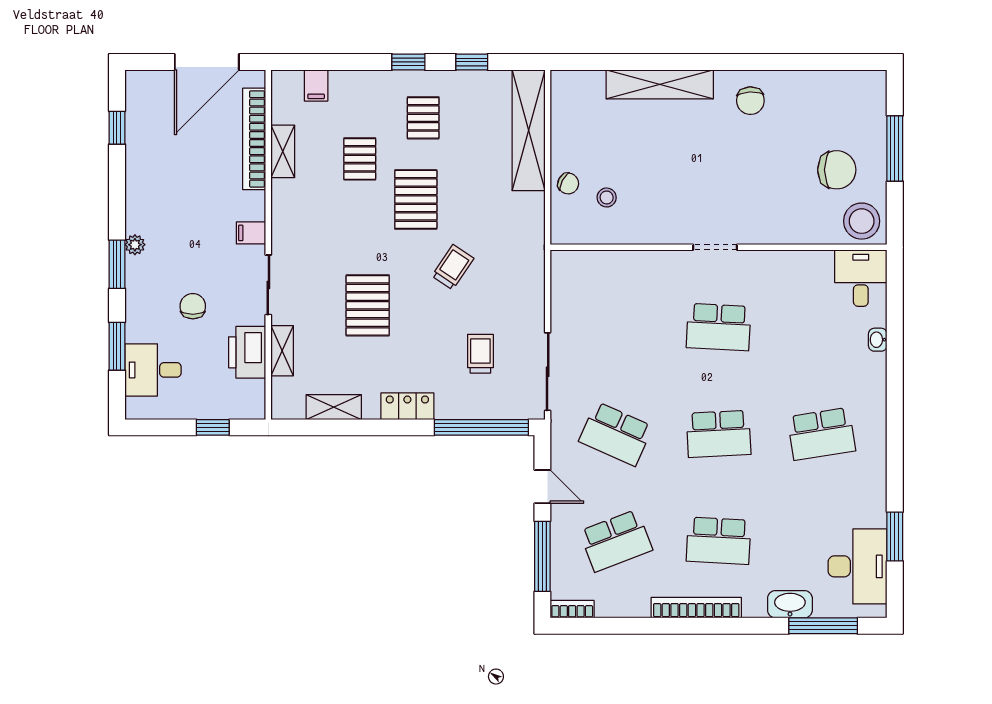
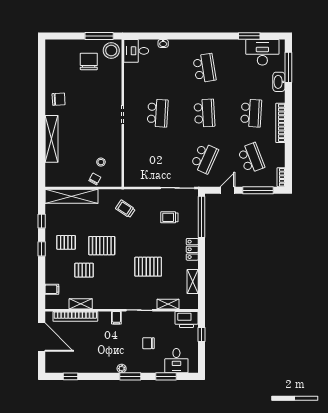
window: (895, 149) -> (99, 36), moved
trolley: (453, 267) -> (125, 209), moved
printer: (247, 352) -> (186, 319), moved

